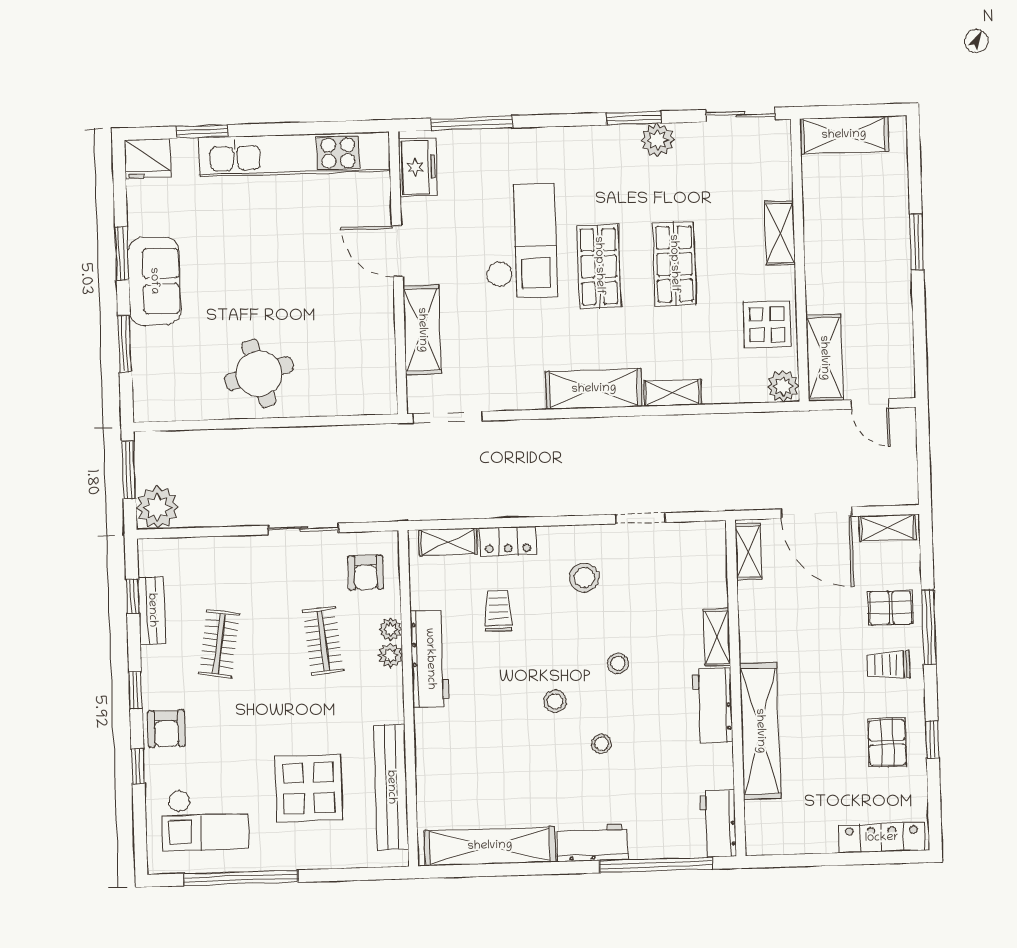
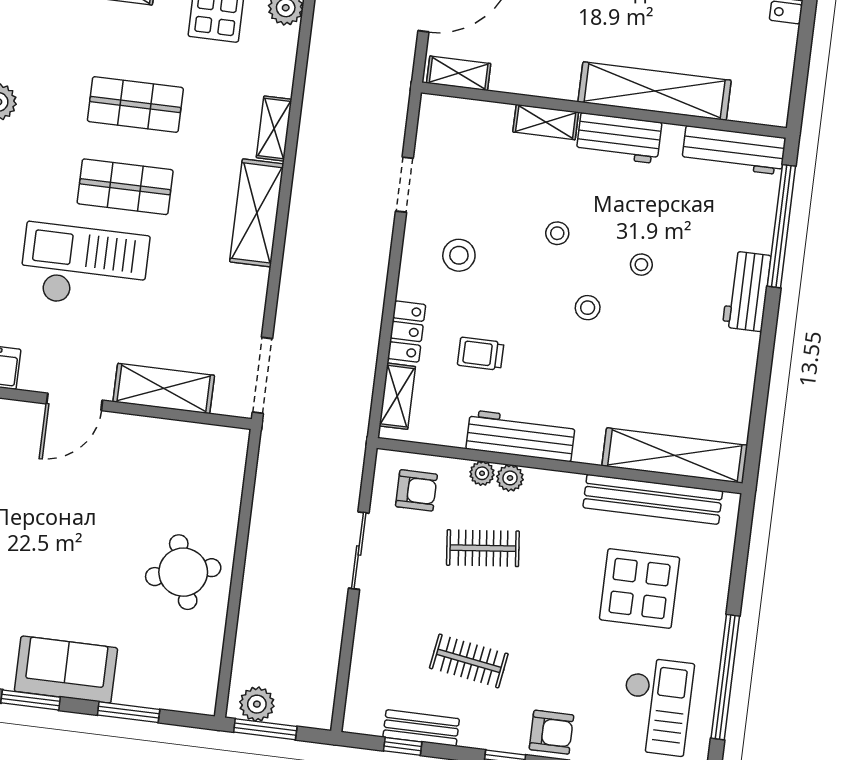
plant: (158, 507) -> (257, 704), moved, width x0.73, depth x0.73
workbench: (718, 823) -> (734, 150), width x1.38
shelving: (490, 846) -> (675, 456), moved, turned 90

